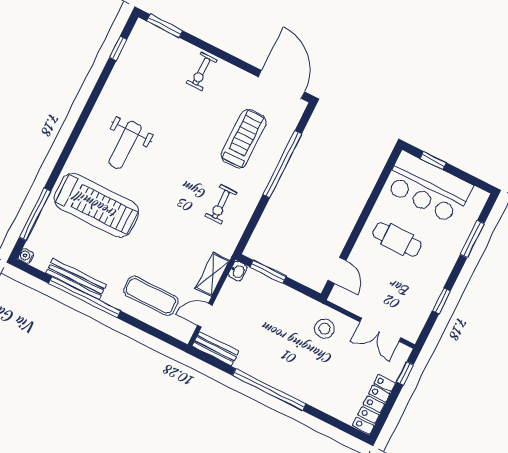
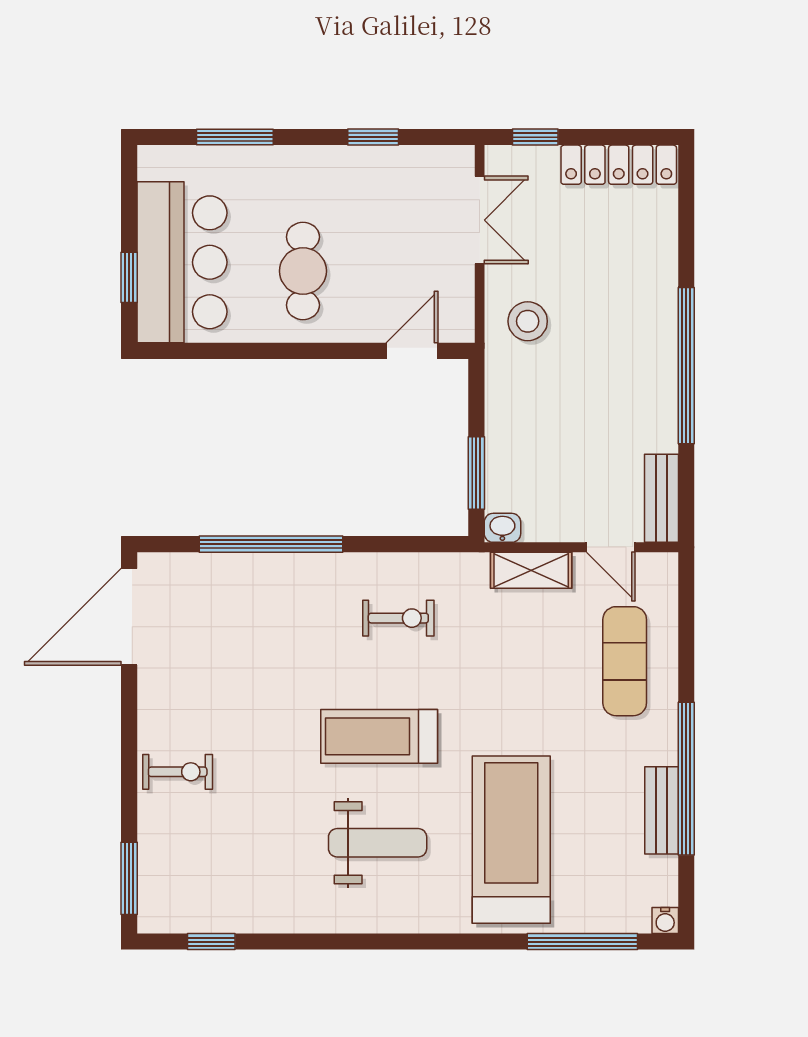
treadmill: (244, 139) -> (379, 736), moved
bench: (76, 279) -> (662, 810), width x0.73

